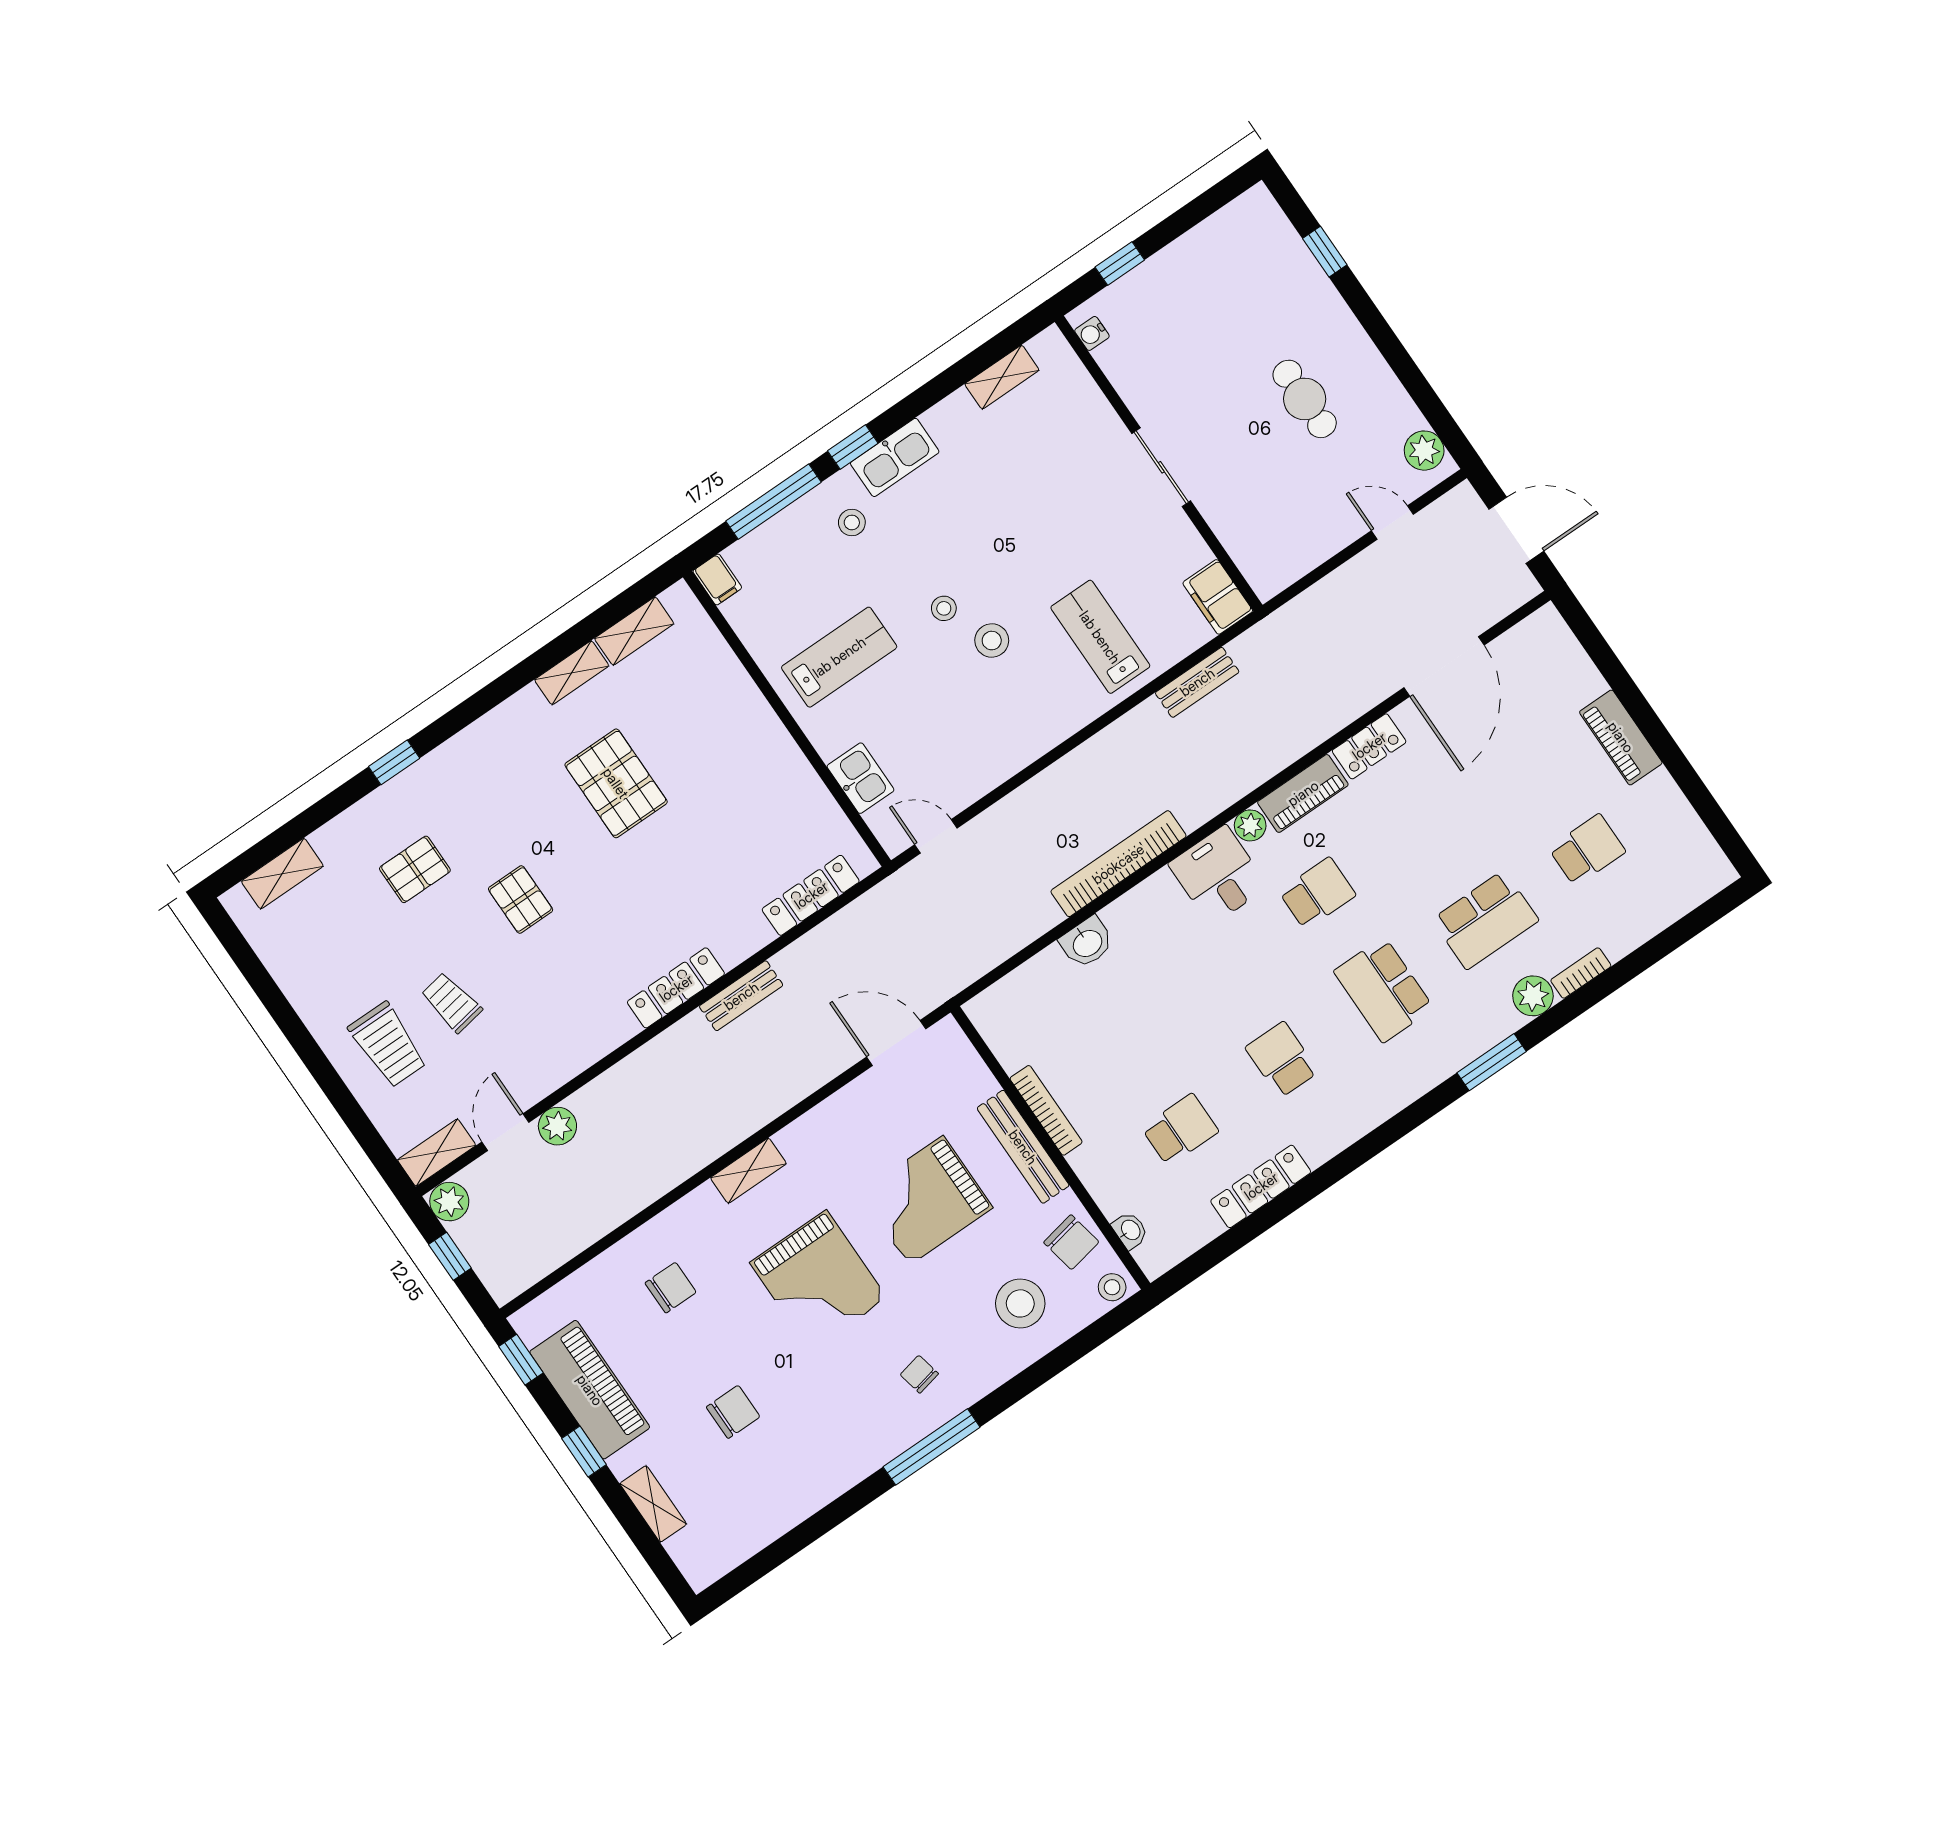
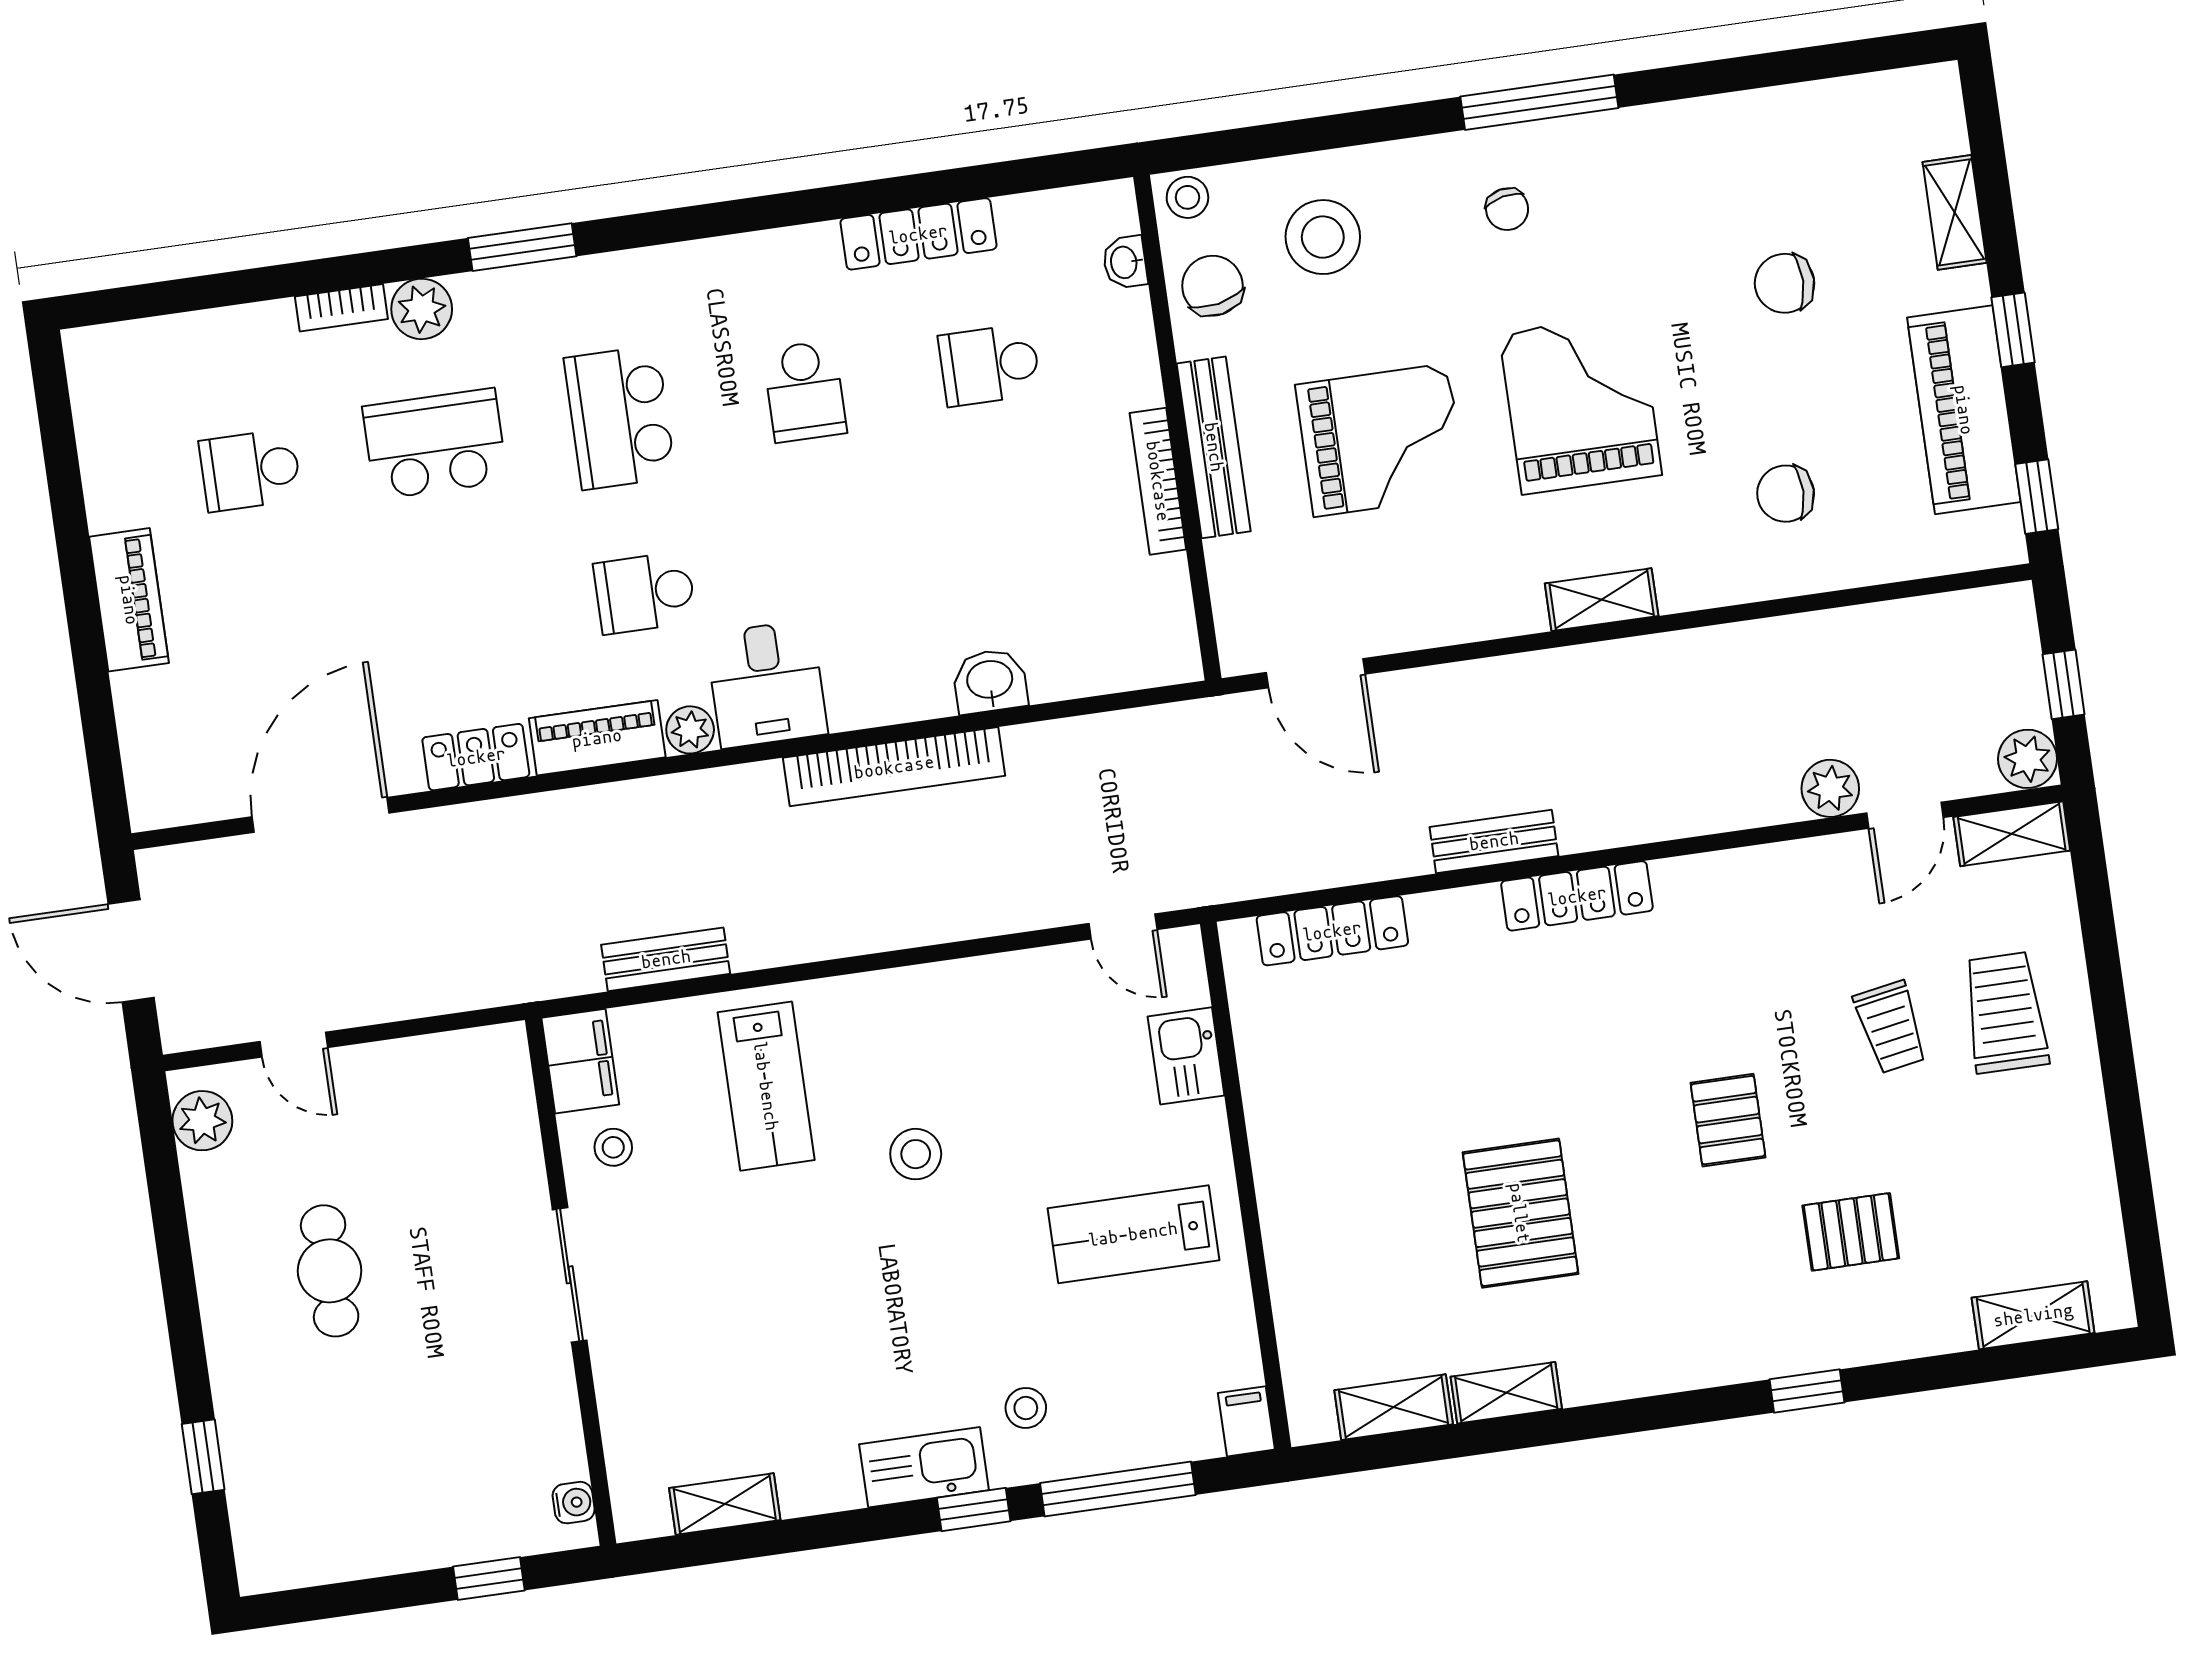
stool: (944, 608) -> (613, 1147), moved
school desk: (1384, 990) -> (620, 418), turned 180

